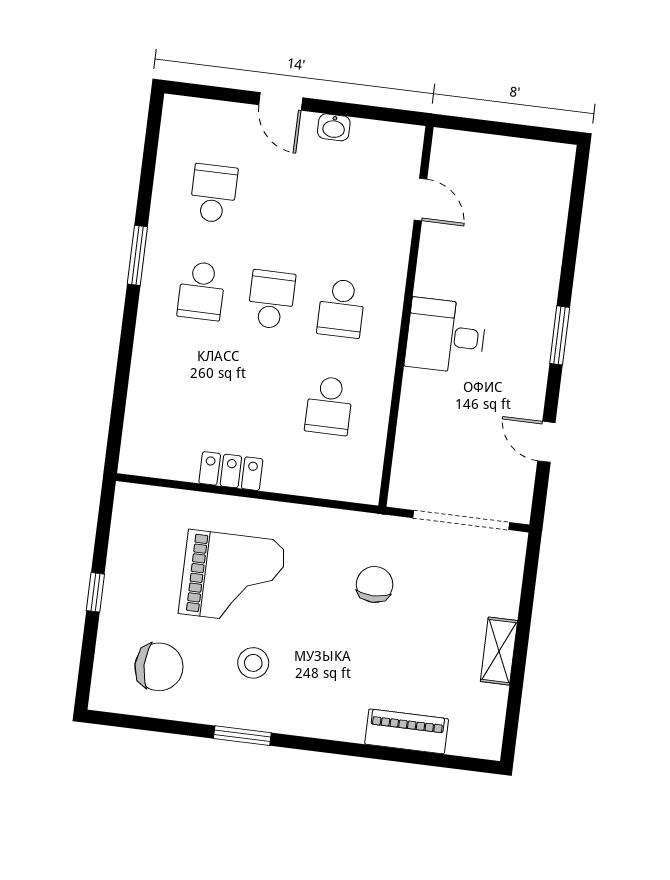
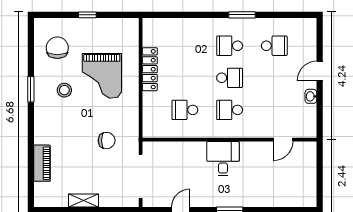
locker: (231, 471) -> (150, 69), width x1.53
chair: (159, 667) -> (57, 48), turned 180

